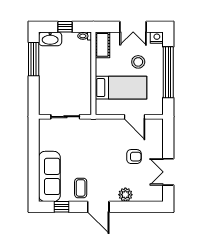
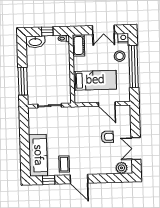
window: (34, 59) -> (23, 81), moved
stool: (138, 62) -> (120, 56), moved
plant: (125, 195) -> (121, 168), moved

